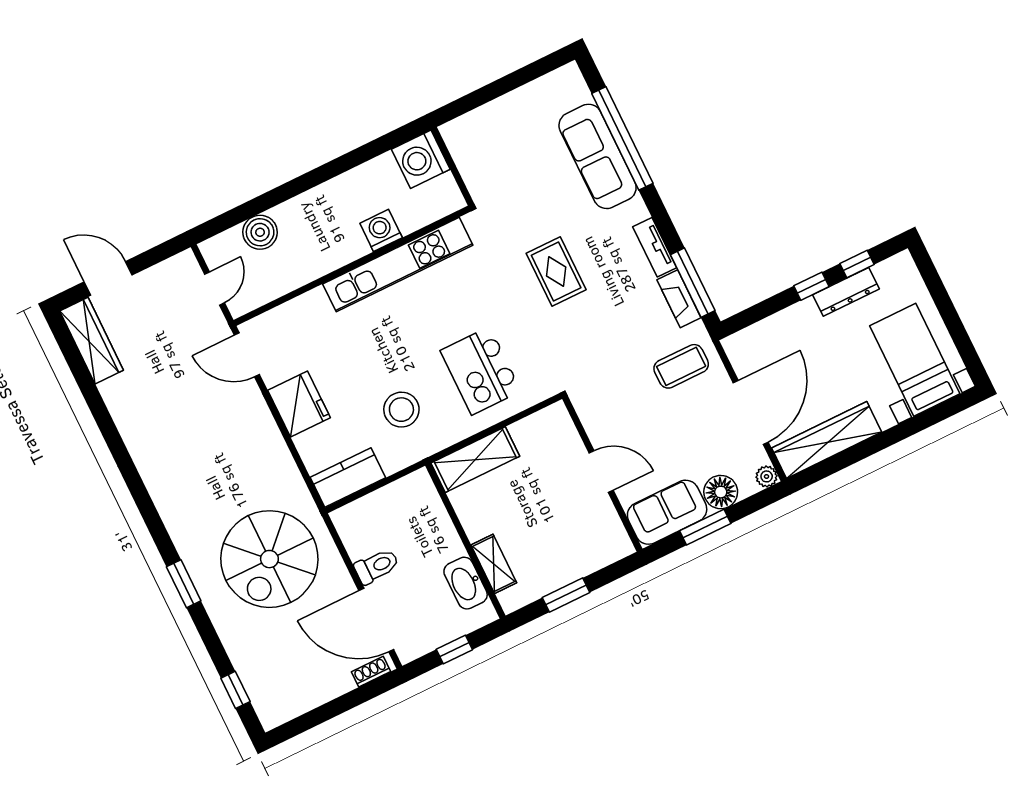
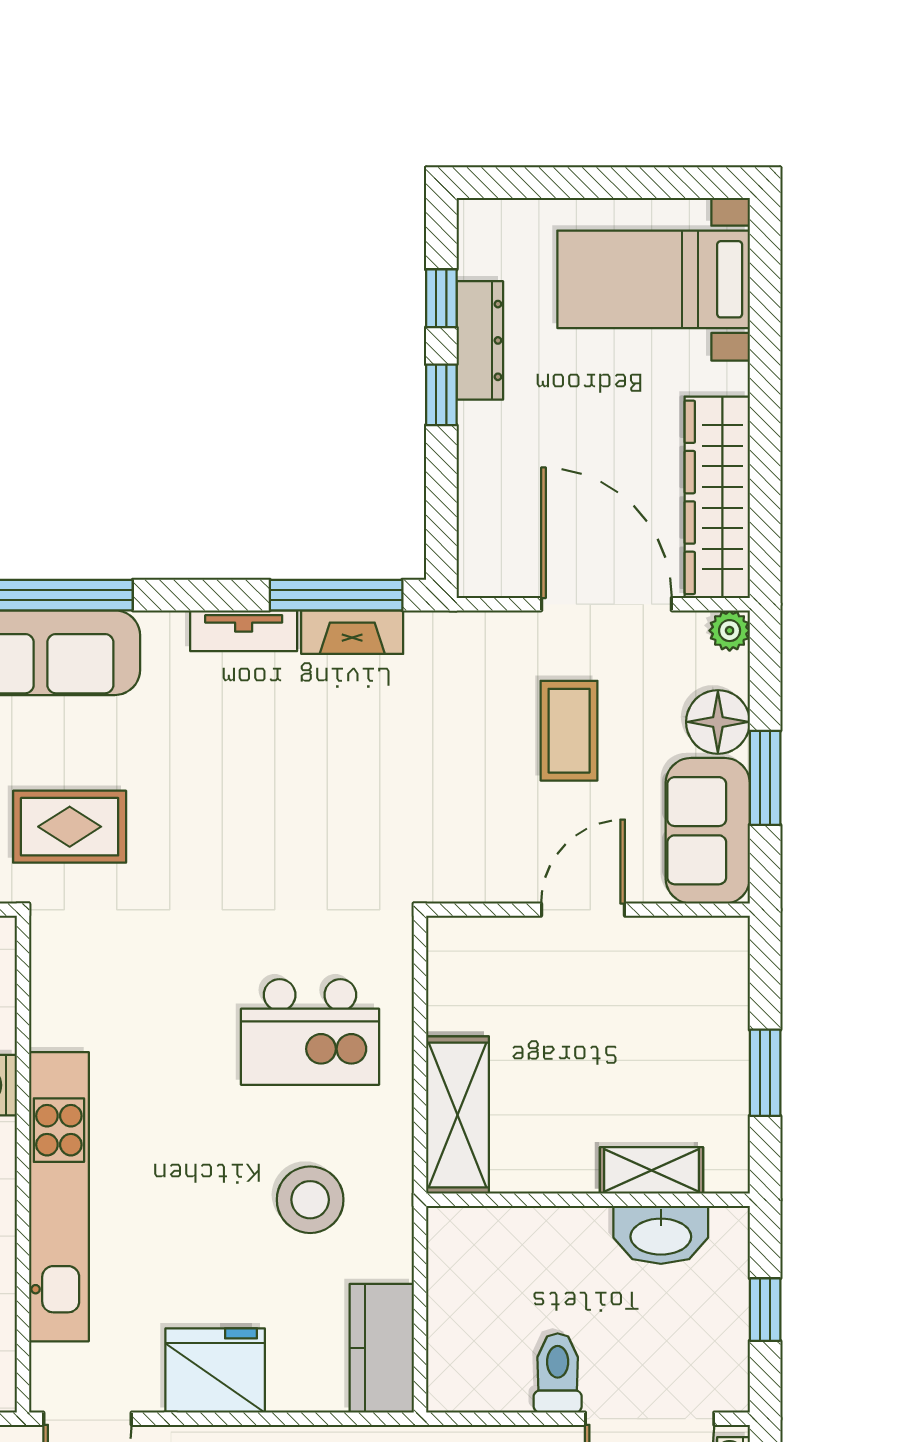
kitchen unit: (398, 265) -> (59, 1197), moved
rug: (556, 271) -> (70, 827), moved
coffee table: (681, 366) -> (569, 731), moved

